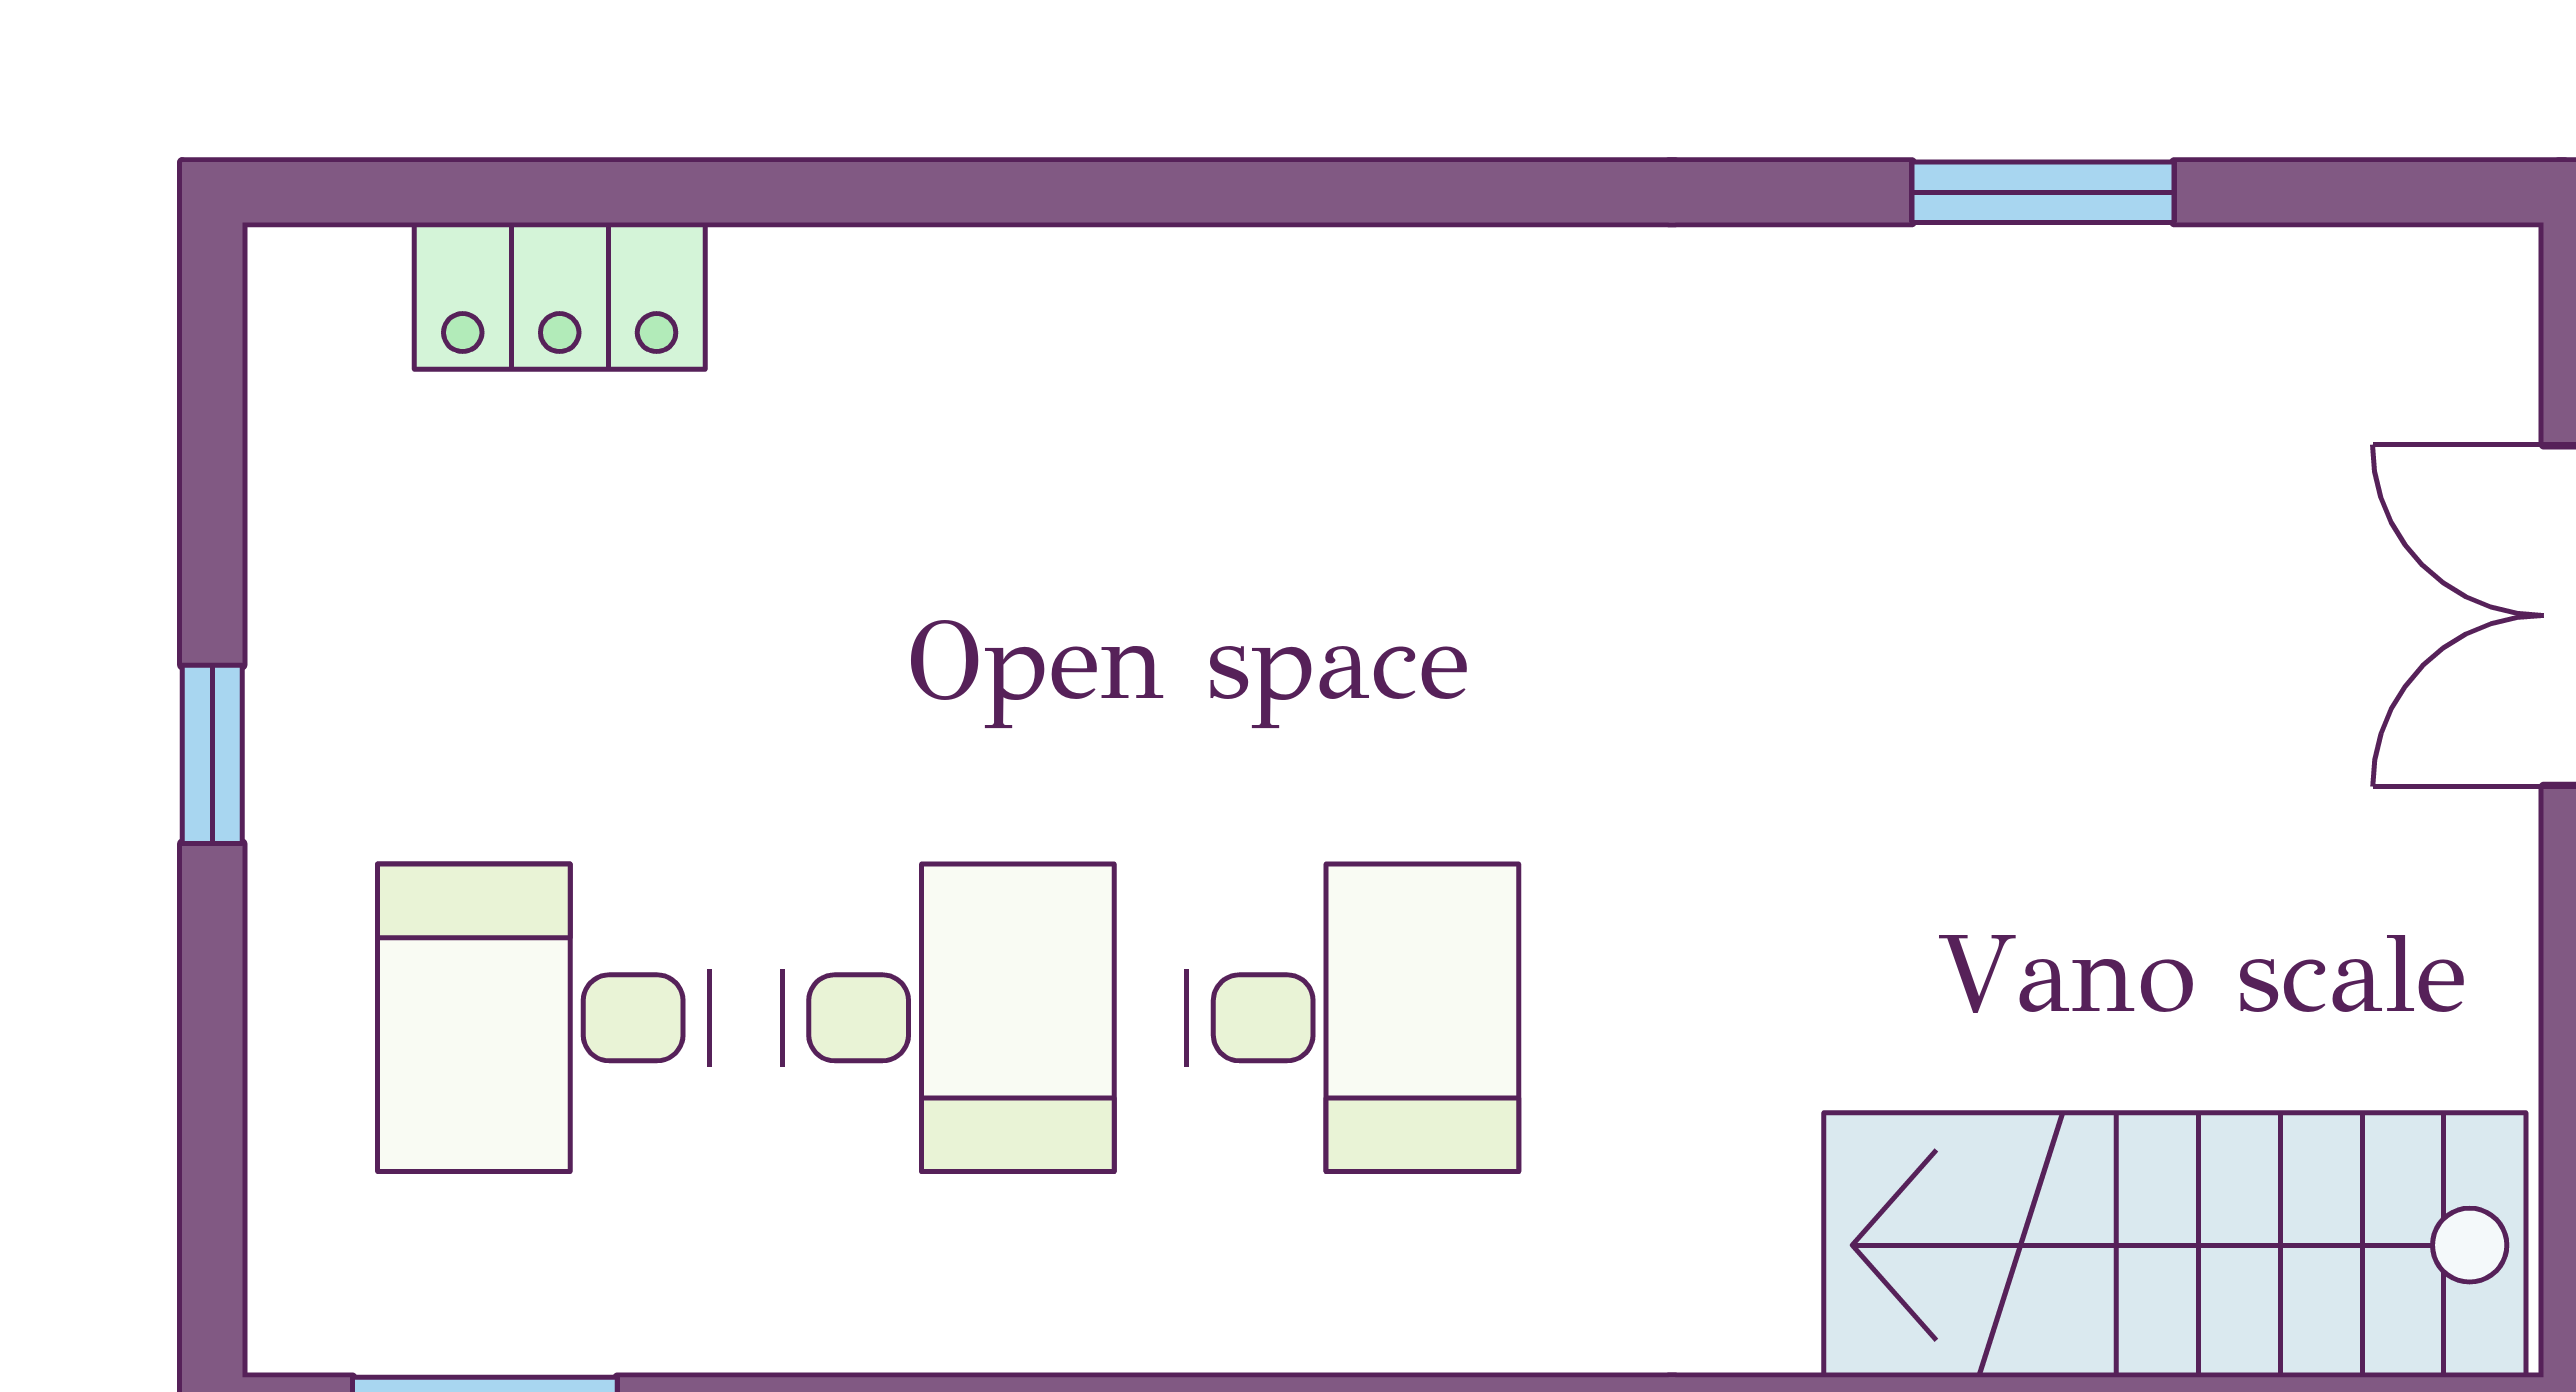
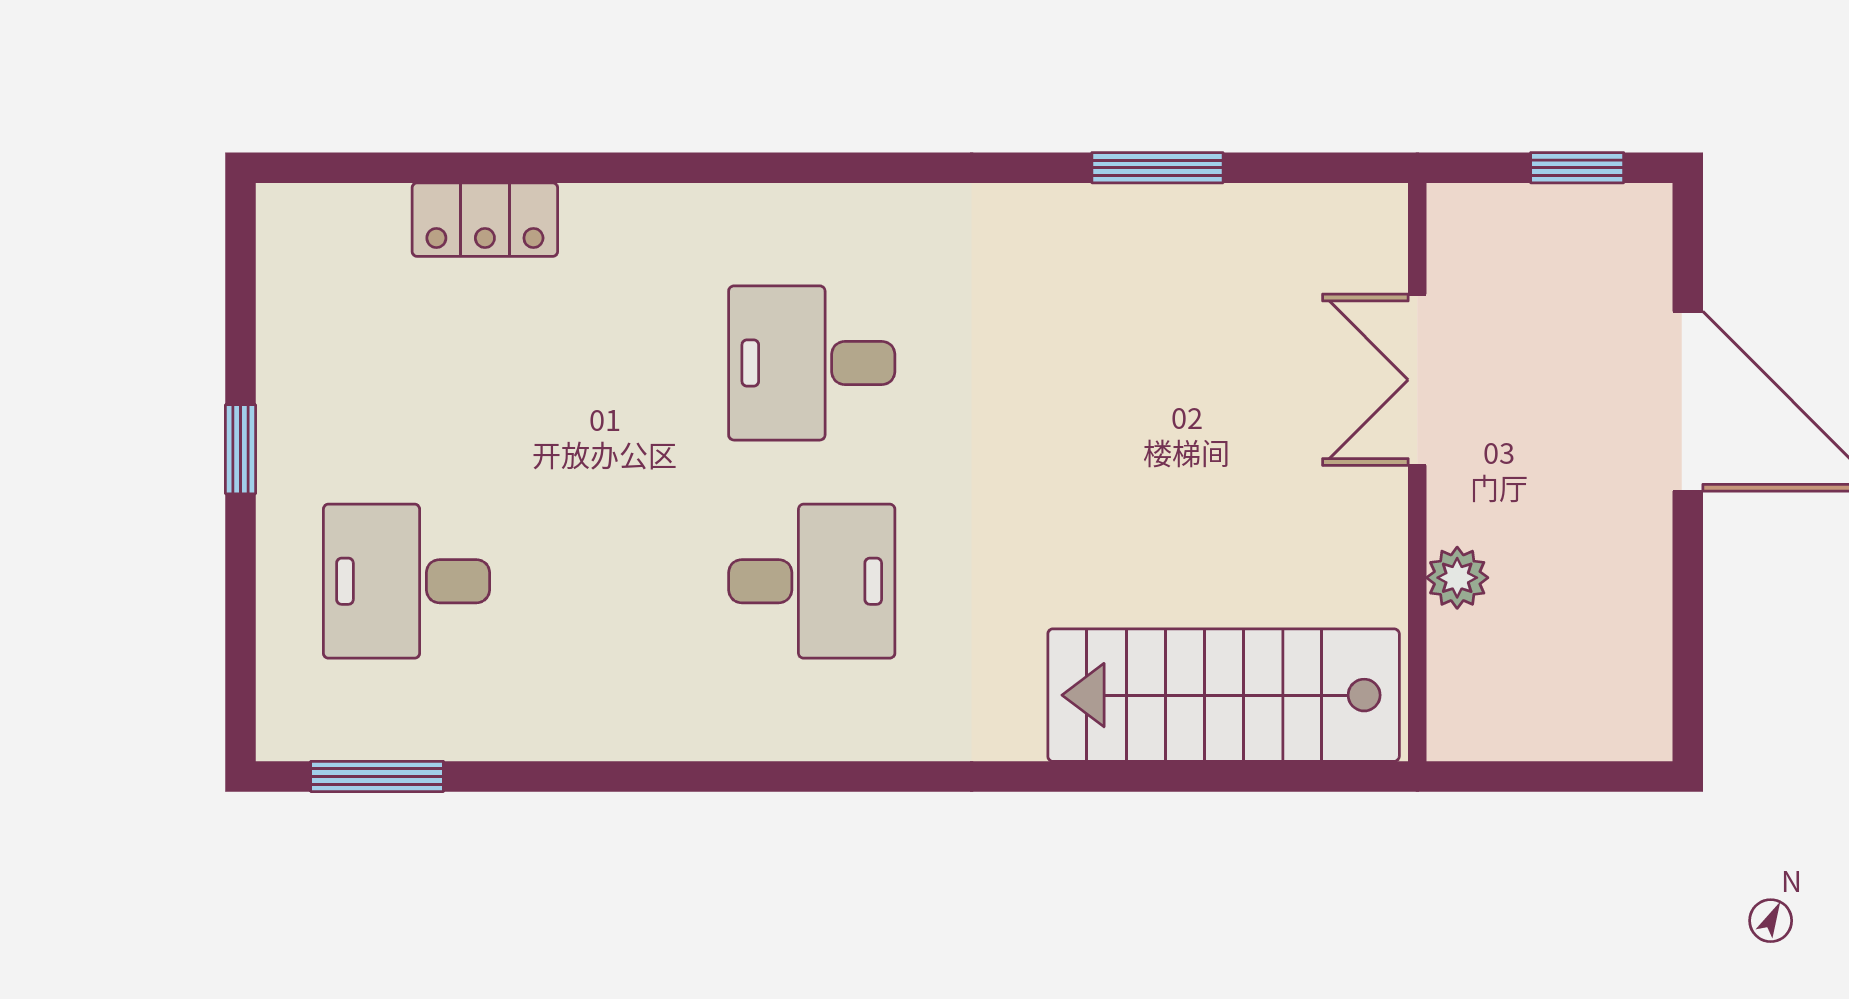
locker: (560, 296) -> (485, 220), moved
desk: (948, 1018) -> (812, 363), moved, turned 180

